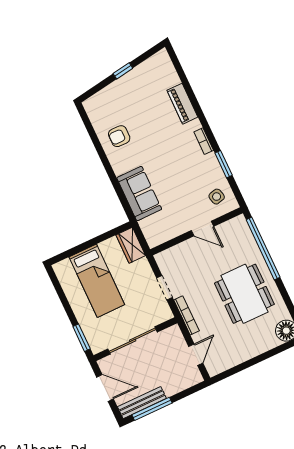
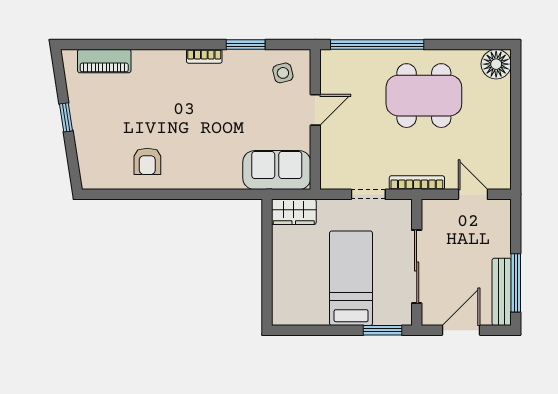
piano: (182, 104) -> (104, 61), moved
sofa: (139, 194) -> (277, 170), moved
bed: (97, 281) -> (351, 278), moved, turned -90

